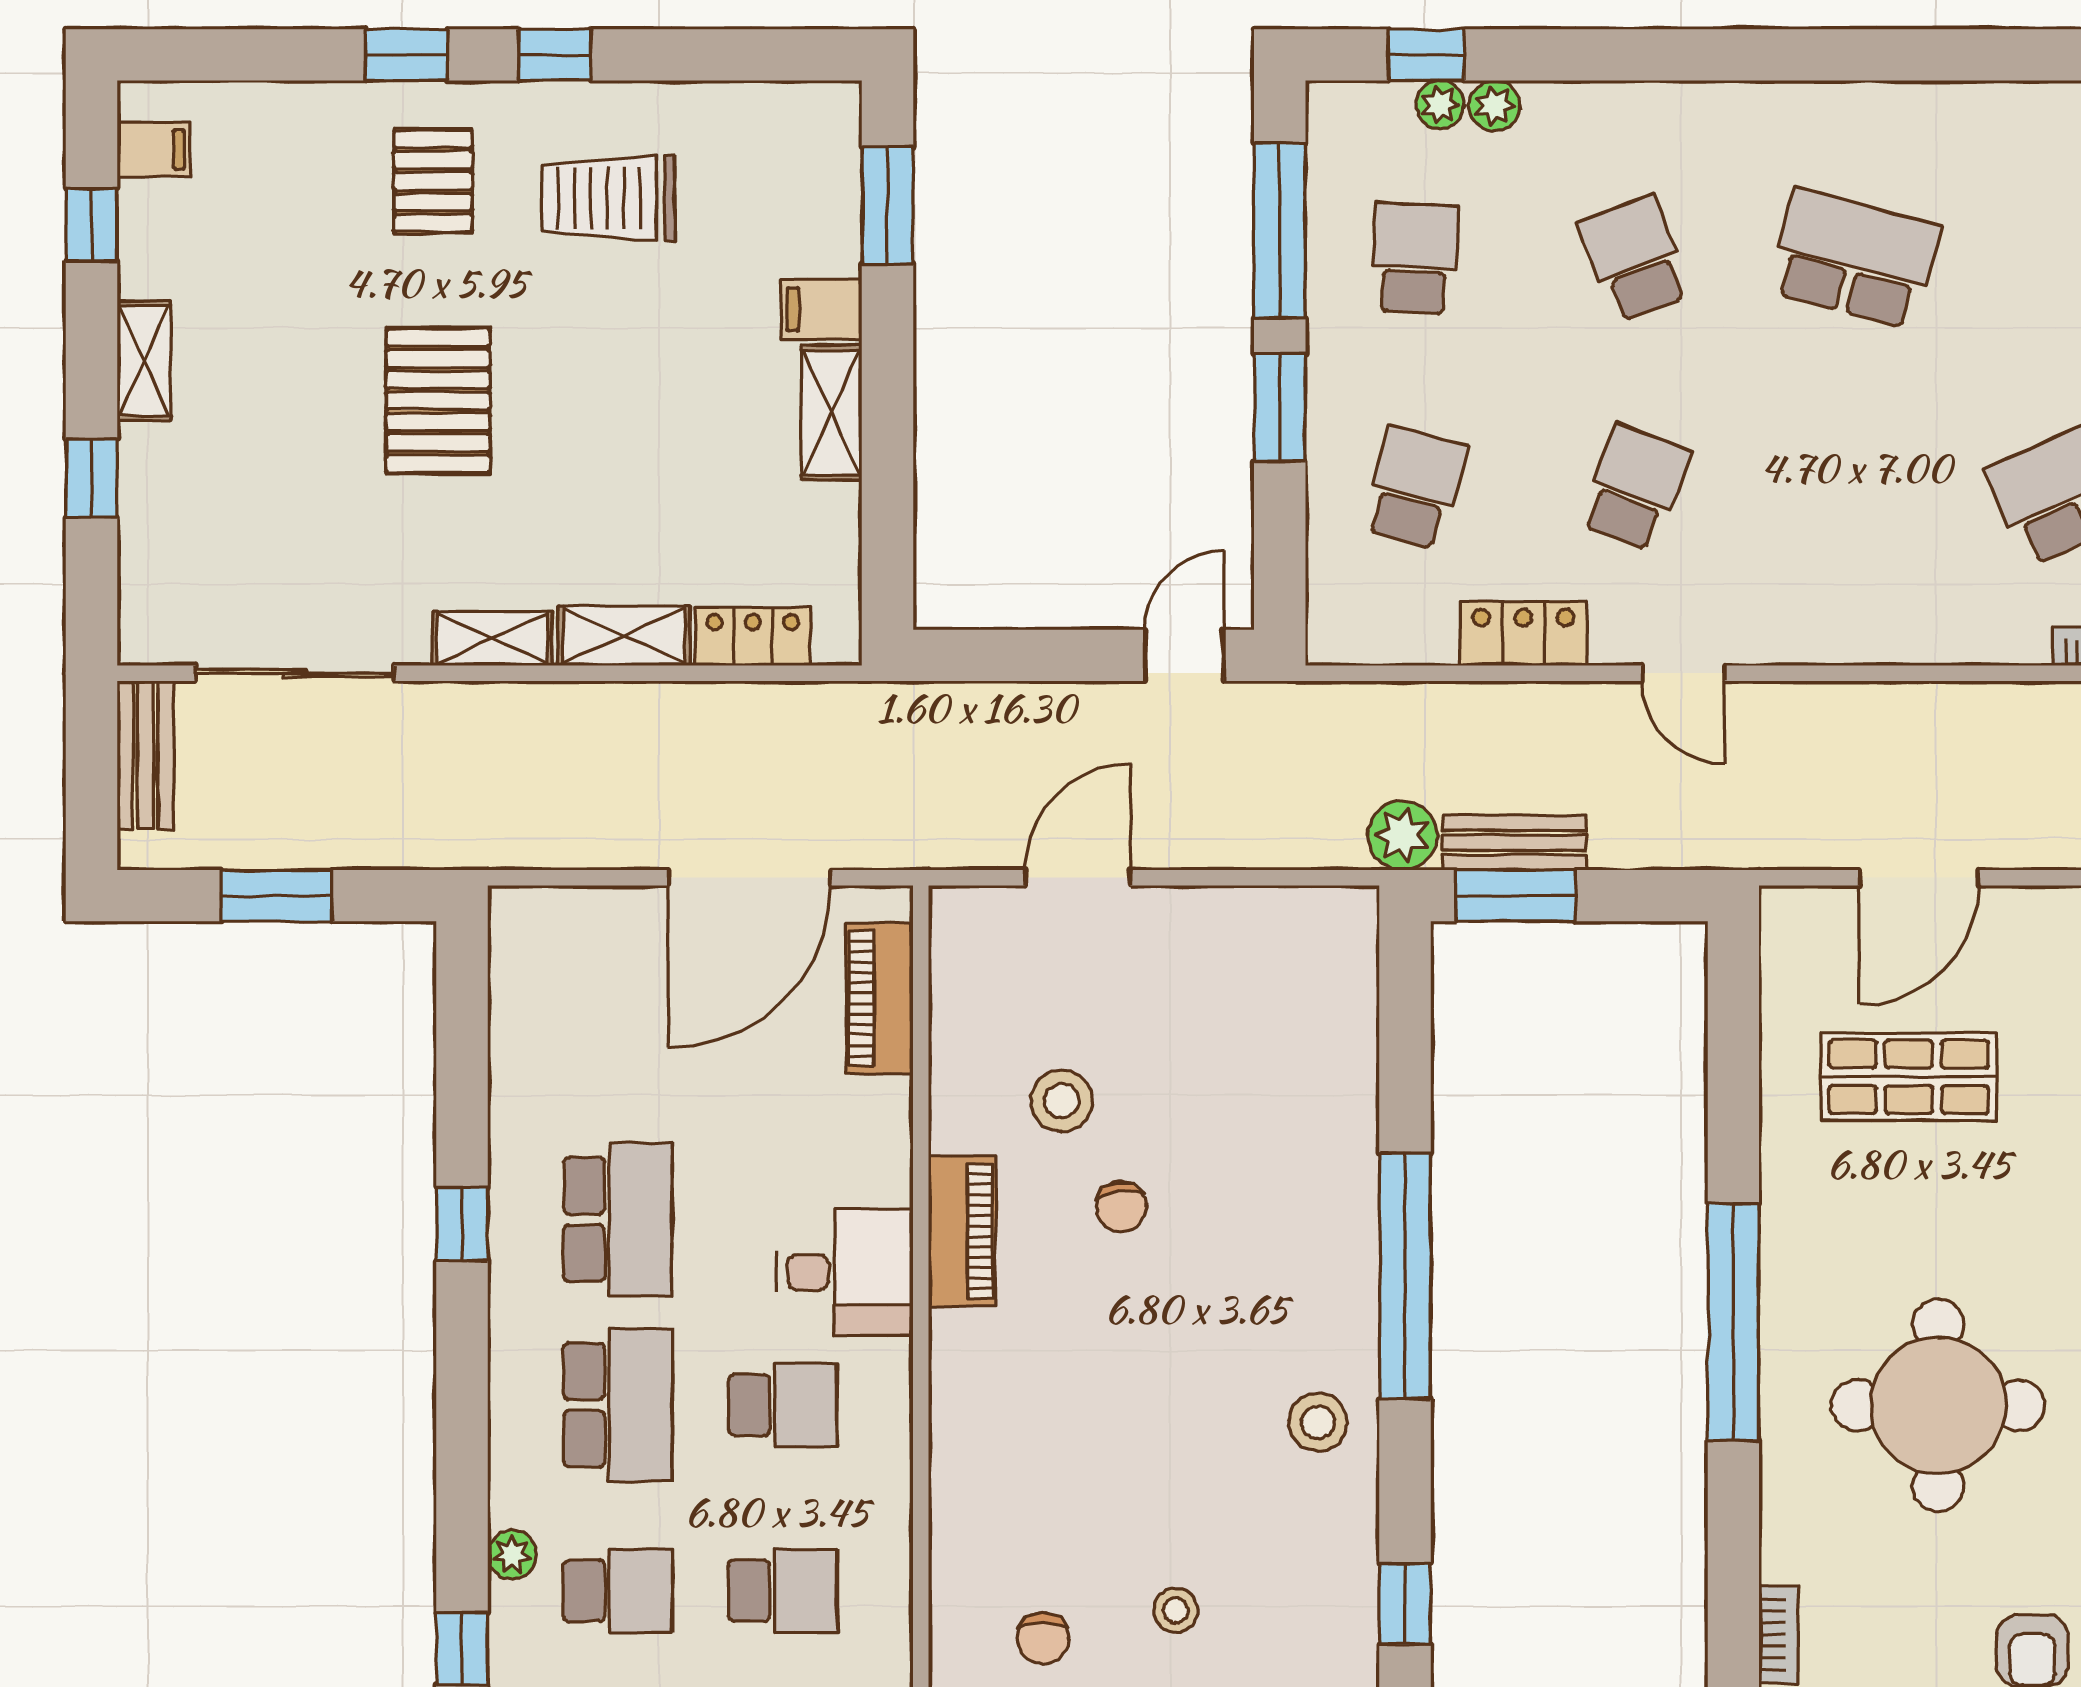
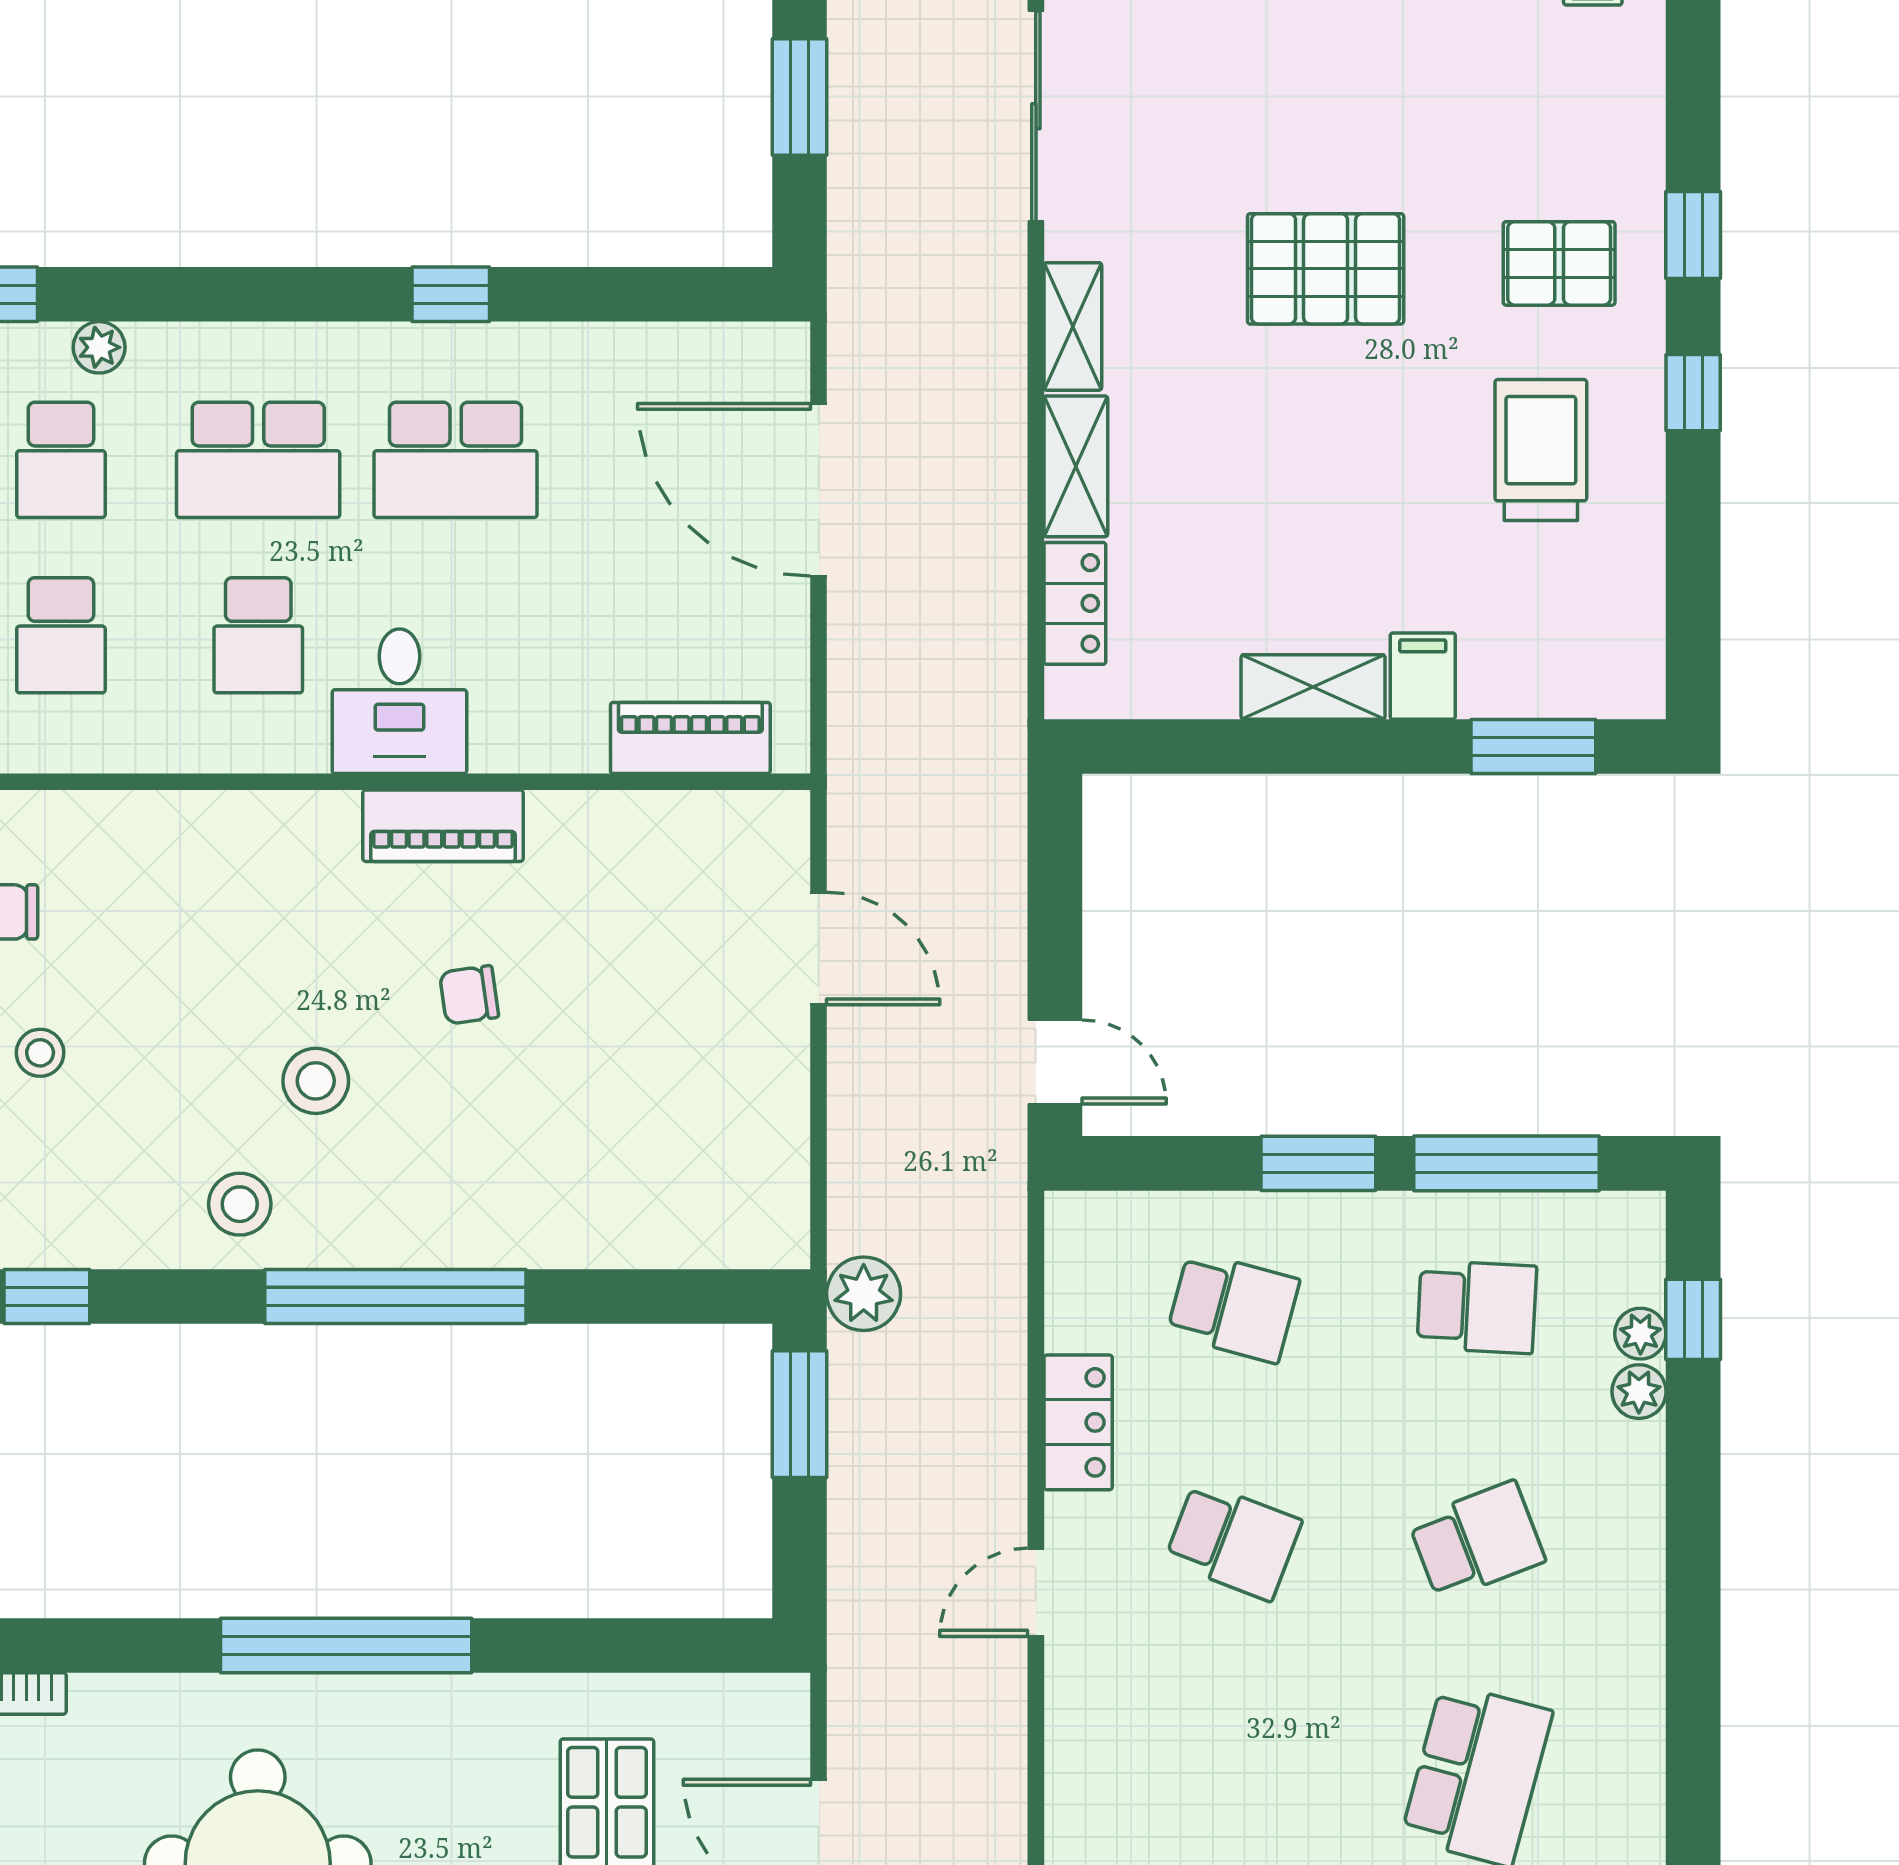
bench: (1514, 843) -> (856, 1412), removed
door: (749, 878) -> (819, 490), moved
stool: (1062, 1101) -> (316, 1081), moved

